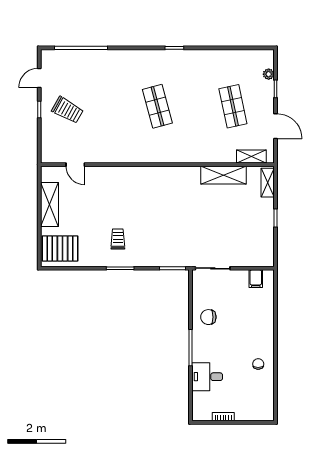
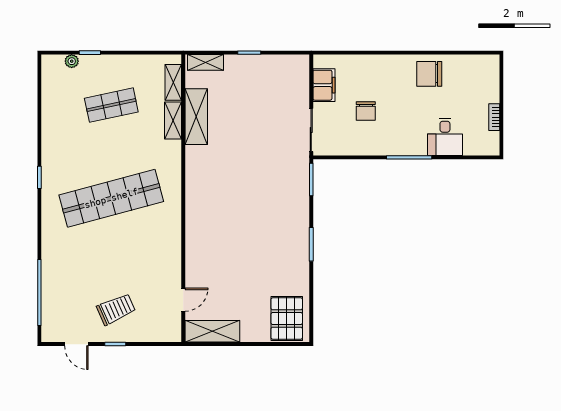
shop shelf: (157, 106) -> (111, 198), width x2.00, depth x1.36
trolley: (67, 110) -> (116, 309), turned 37
door: (276, 126) -> (136, 53), removed
shelving: (220, 156) -> (173, 120), added
shelving: (50, 204) -> (212, 331), moved
trolley: (118, 239) -> (275, 247), removed
filing cabinet: (256, 279) -> (324, 85), width x2.00
chair: (208, 317) -> (366, 111), moved
chair: (258, 364) -> (429, 74), width x1.87, depth x1.87

